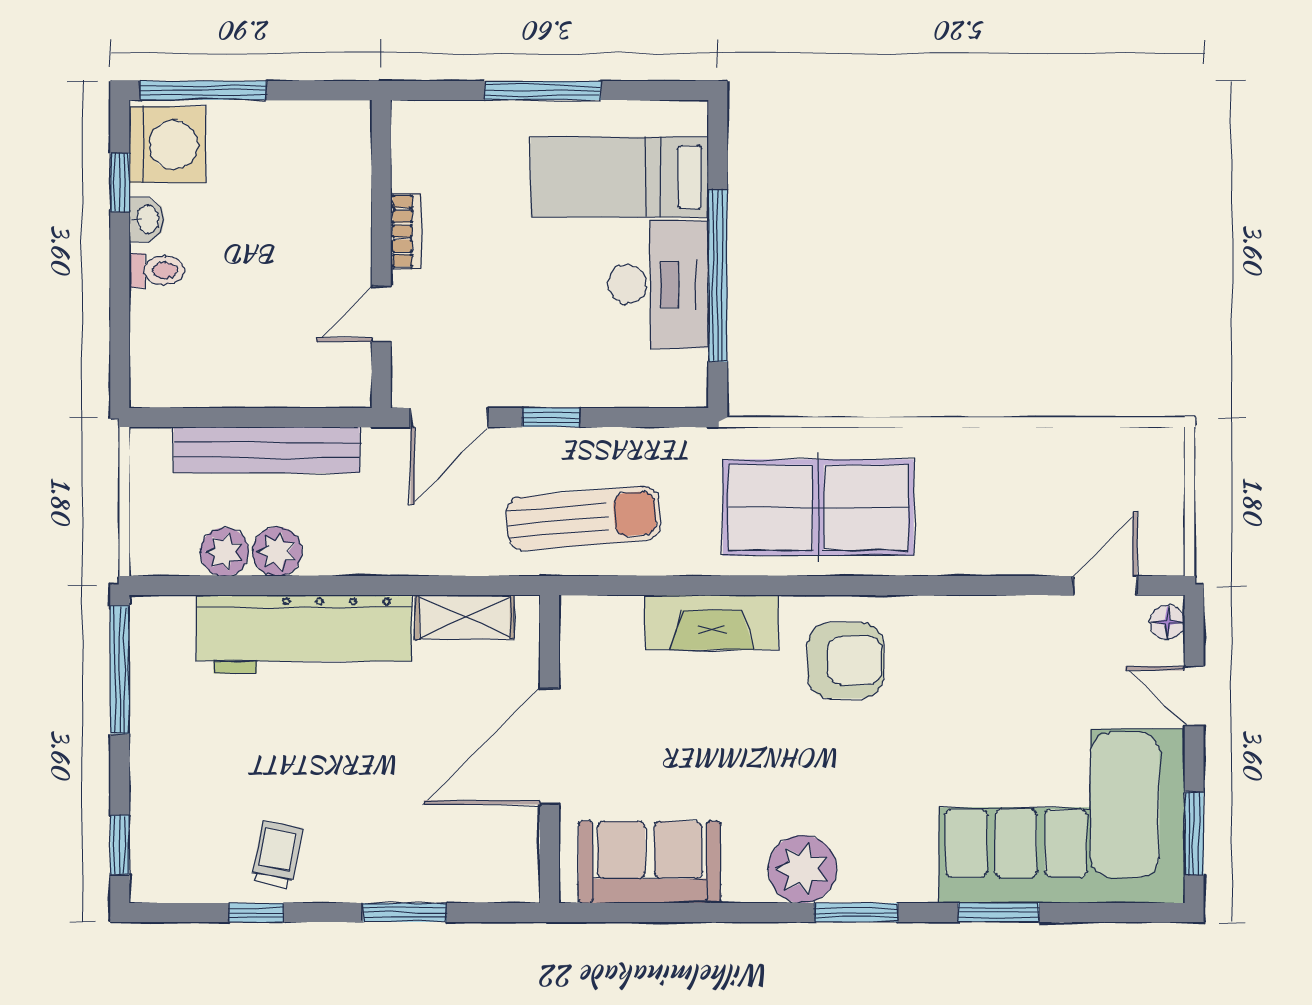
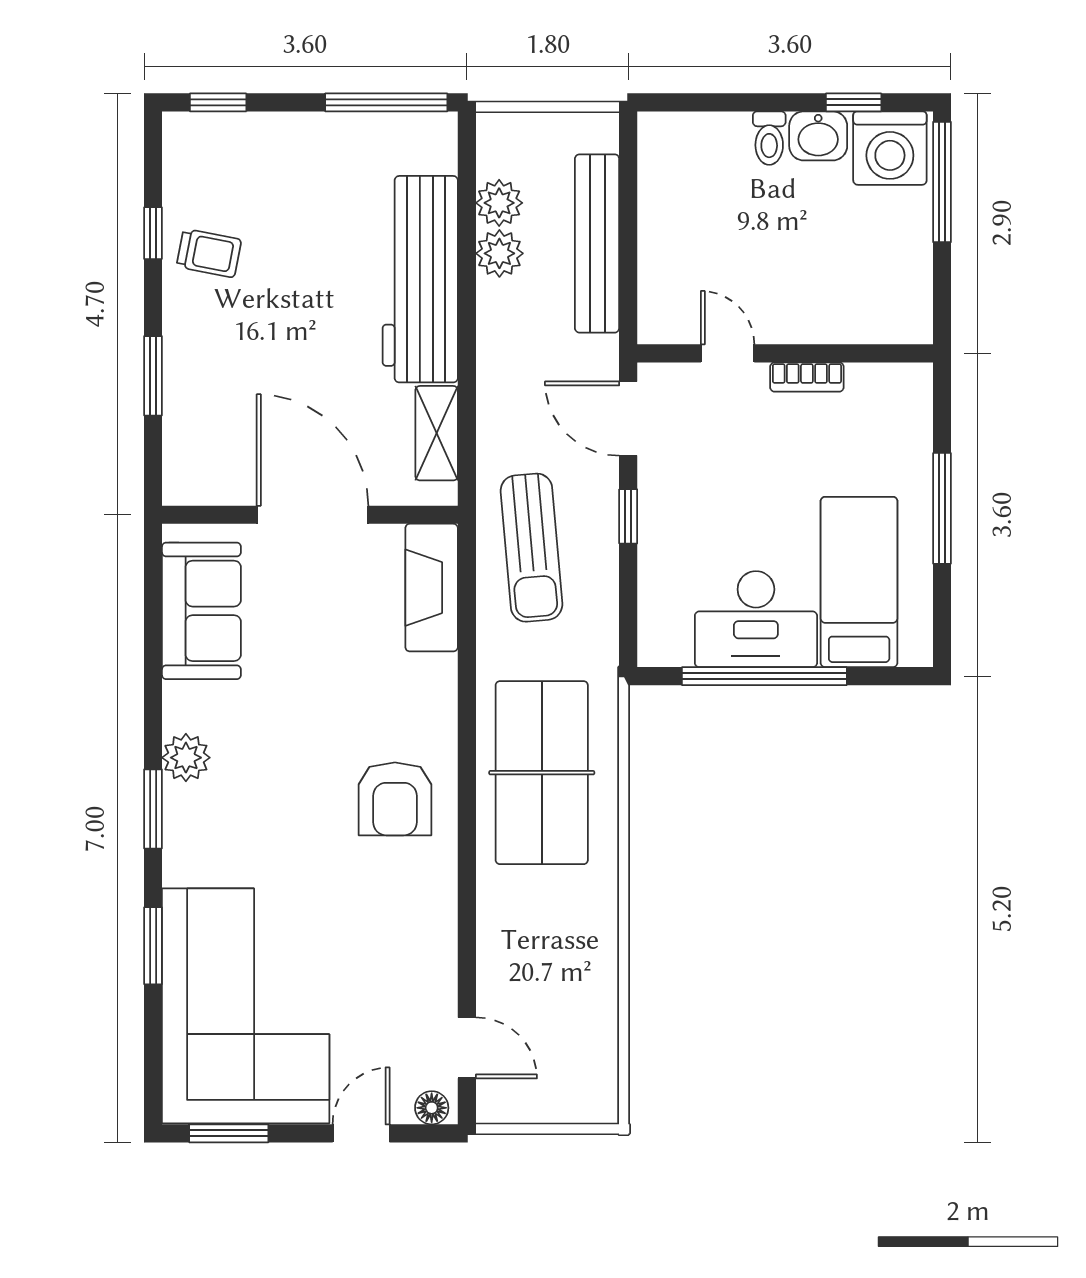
washbasin: (147, 219) -> (818, 136), width x1.38, depth x1.45
fireplace: (712, 622) -> (432, 588), moved
plant: (802, 869) -> (186, 758), width x0.73, depth x0.73

